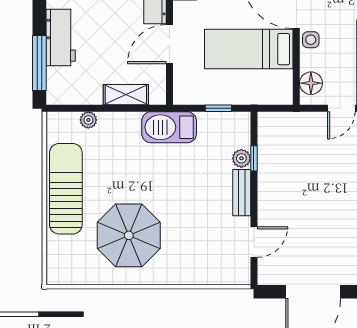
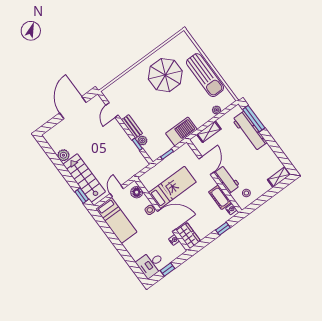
workbench: (61, 38) -> (250, 131), width x1.38

